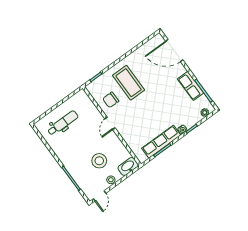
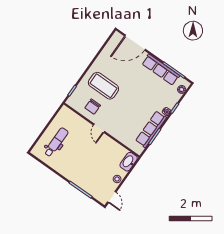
row of seats: (191, 86) -> (161, 70), width x1.48
stool: (99, 161) -> (101, 165), removed

